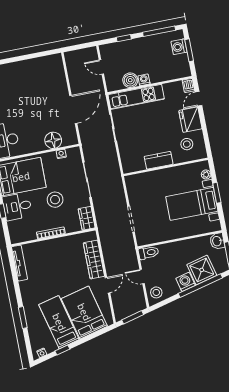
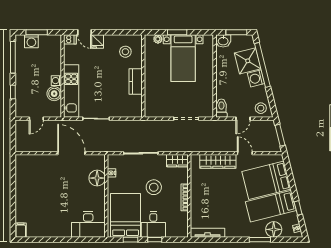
fridge: (190, 120) -> (98, 41), width x0.53, depth x0.75
floor lamp: (36, 330) -> (274, 229), added

